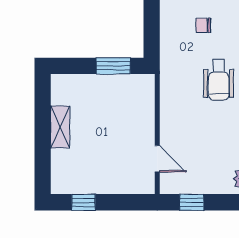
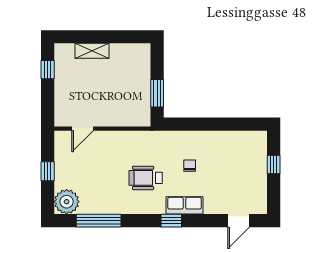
shelving: (60, 127) -> (92, 51), moved
window: (192, 202) -> (48, 171), moved

